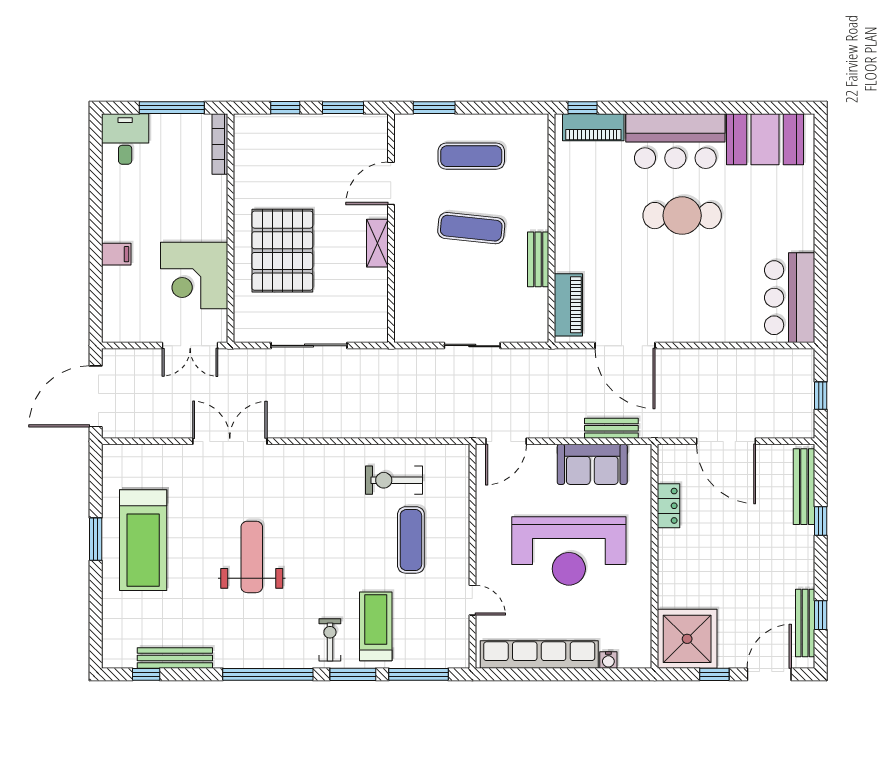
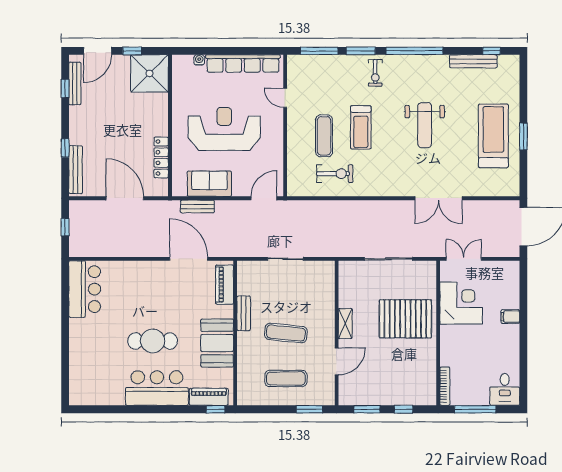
booth: (765, 139) -> (217, 343), moved, turned 90
pallet: (282, 251) -> (405, 319), turned 90
locker: (669, 506) -> (161, 158), width x1.53
treadmill: (376, 626) -> (361, 127), moved

